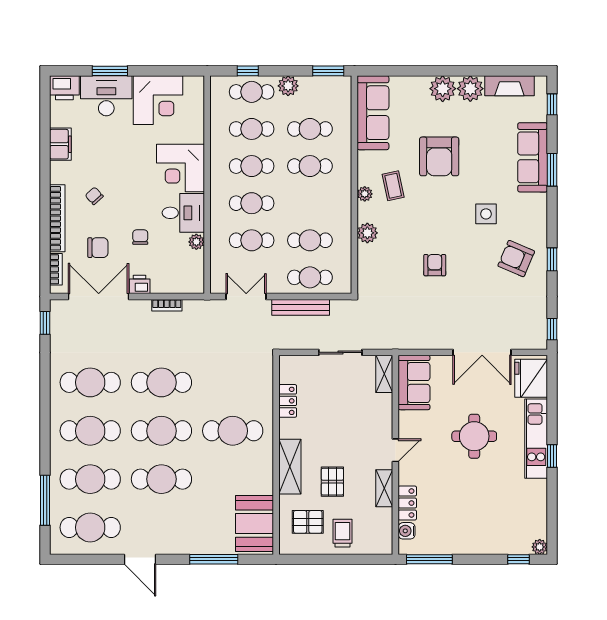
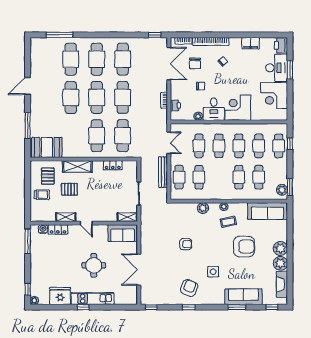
plant: (288, 86) -> (282, 190), moved
armchair: (439, 156) -> (244, 247), turned 180
printer: (140, 284) -> (175, 105), moved
fridge: (531, 378) -> (60, 296), moved
cafe table: (90, 527) -> (123, 136), moved

